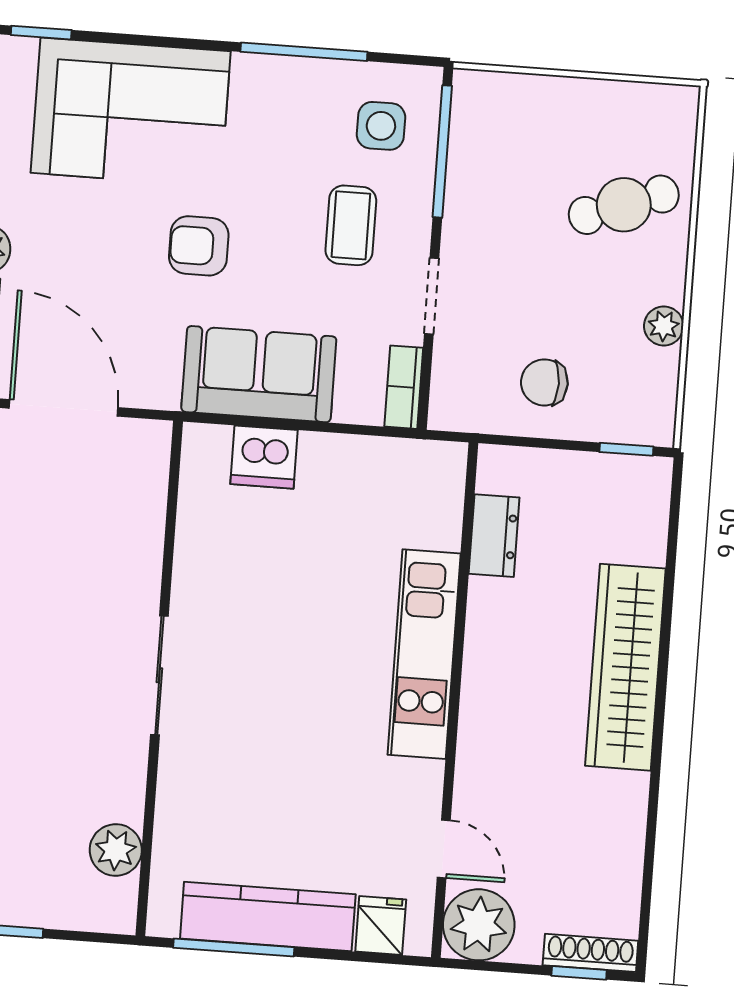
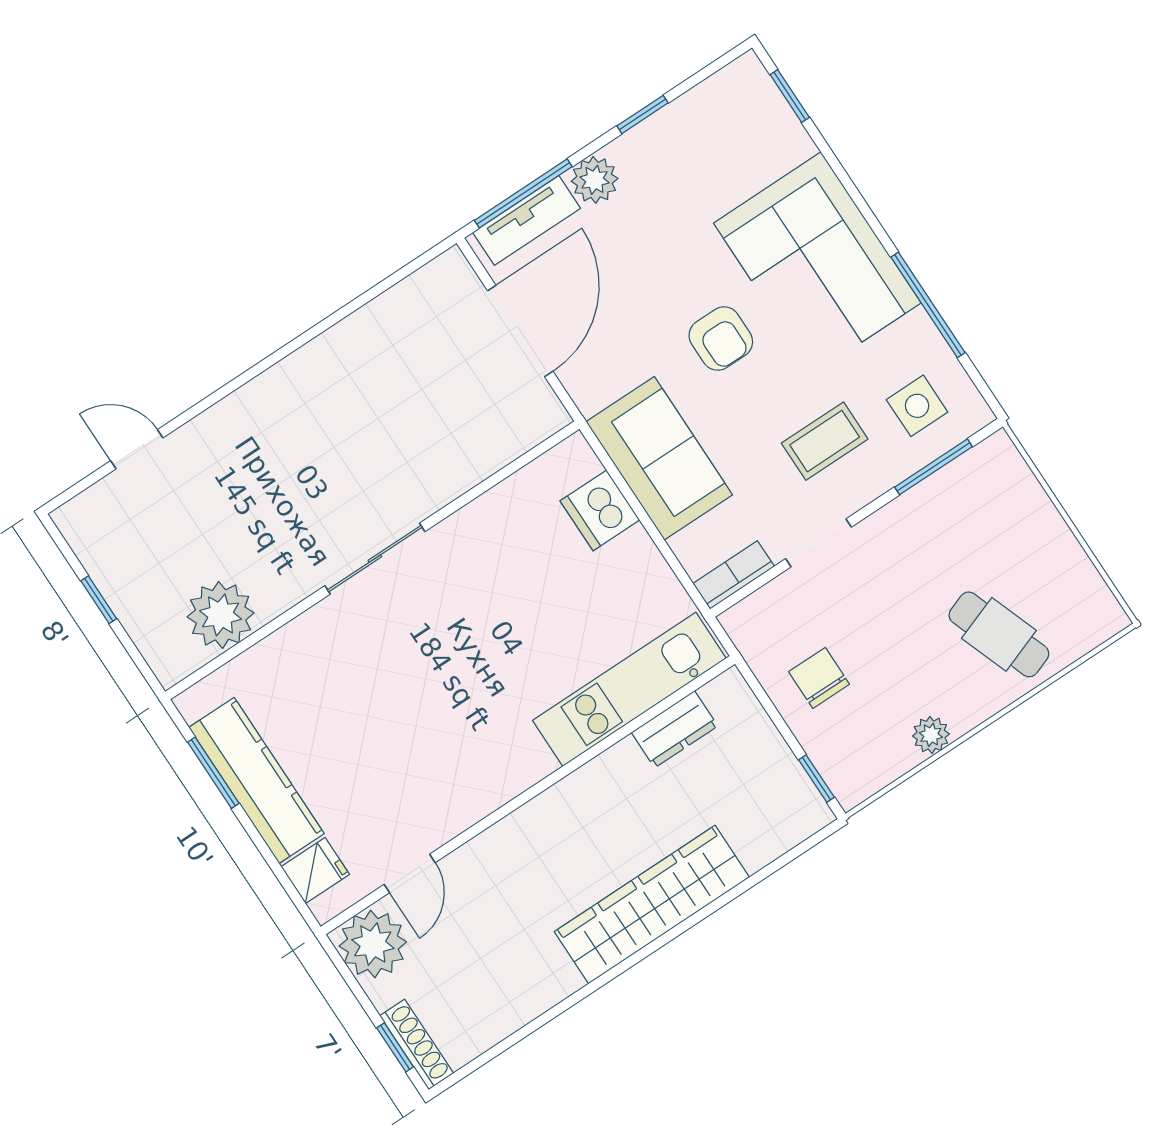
corner sofa: (131, 112) -> (817, 263), moved
window: (442, 151) -> (933, 467), width x0.69
armchair: (199, 246) -> (721, 339), turned 180
kitchen unit: (424, 654) -> (629, 689), moved
plant: (116, 850) -> (221, 615), width x1.36, depth x1.36
window: (234, 947) -> (213, 773), width x0.69

